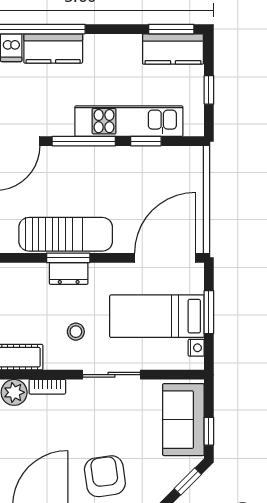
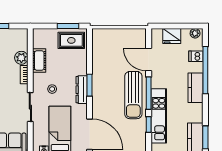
kitchen counter: (53, 49) -> (196, 88), moved
sun lounger: (66, 234) -> (133, 95), moved
dresser: (69, 273) -> (82, 90), width x1.44

